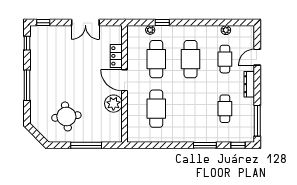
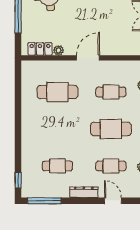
locker: (116, 56) -> (40, 49), moved
cafe table: (156, 59) -> (111, 92), width x0.73, depth x0.74
plant: (113, 104) -> (59, 50), width x0.53, depth x0.53
window: (205, 145) -> (18, 144), removed

